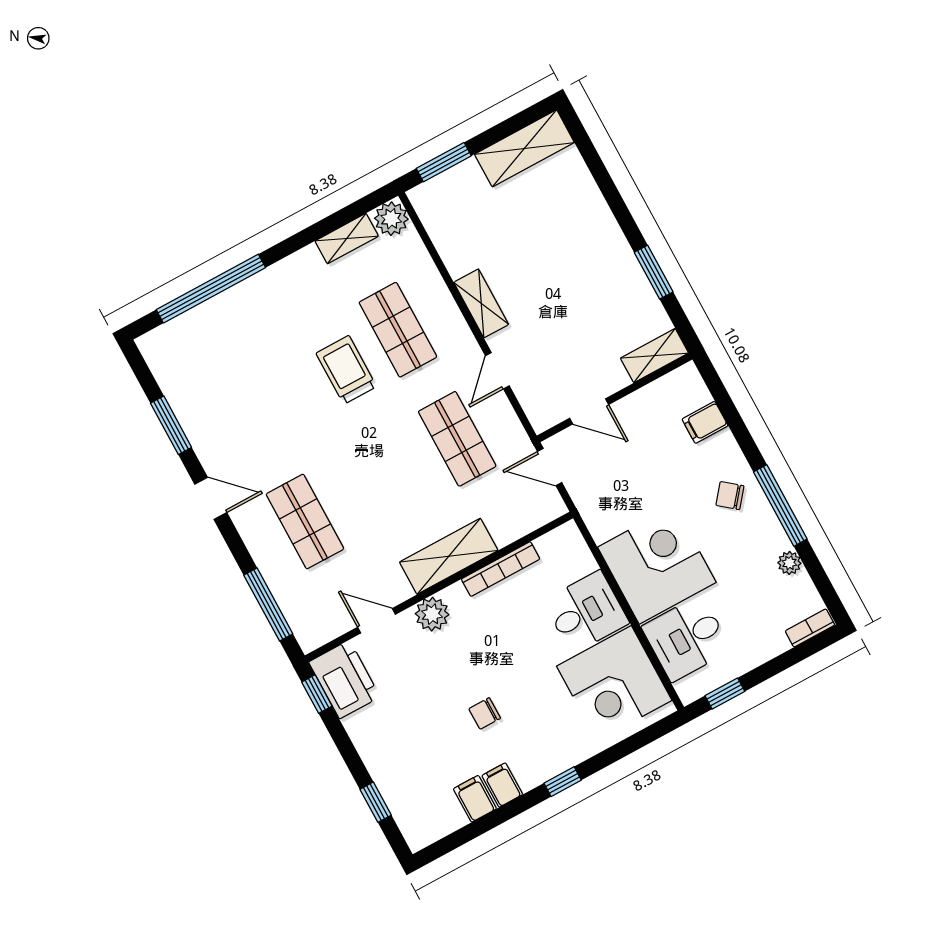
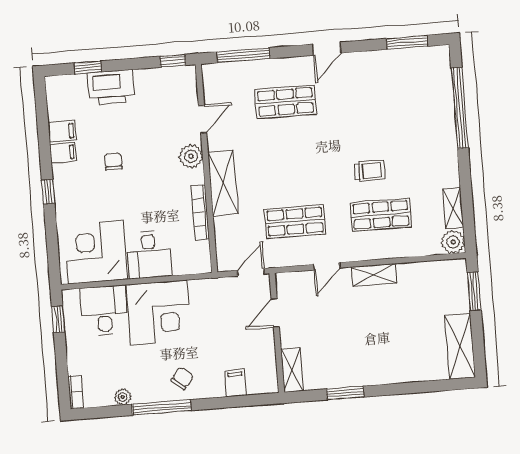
trolley: (346, 370) -> (370, 171), width x0.73, depth x0.72
door: (497, 371) -> (327, 266), swing flipped
window: (171, 425) -> (407, 42), moved
printer: (344, 679) -> (111, 87), moved

